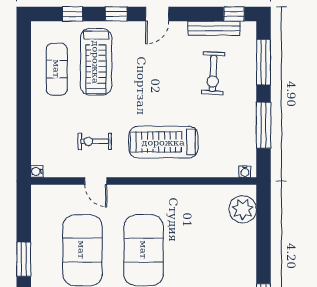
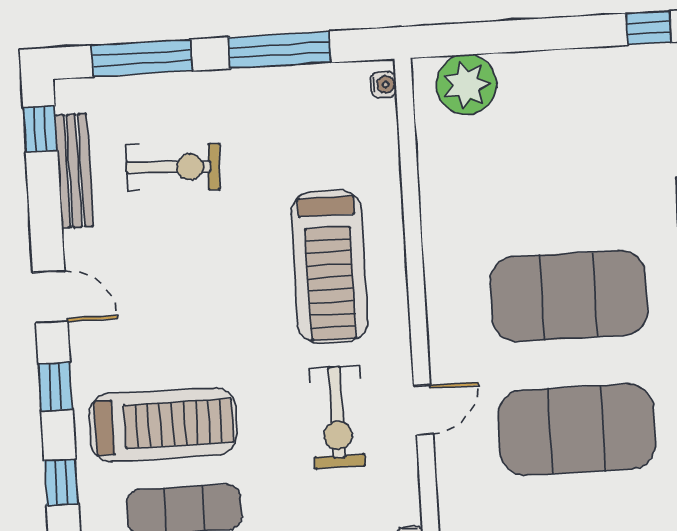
exercise bike: (95, 141) -> (337, 417), width x1.38, depth x1.39

